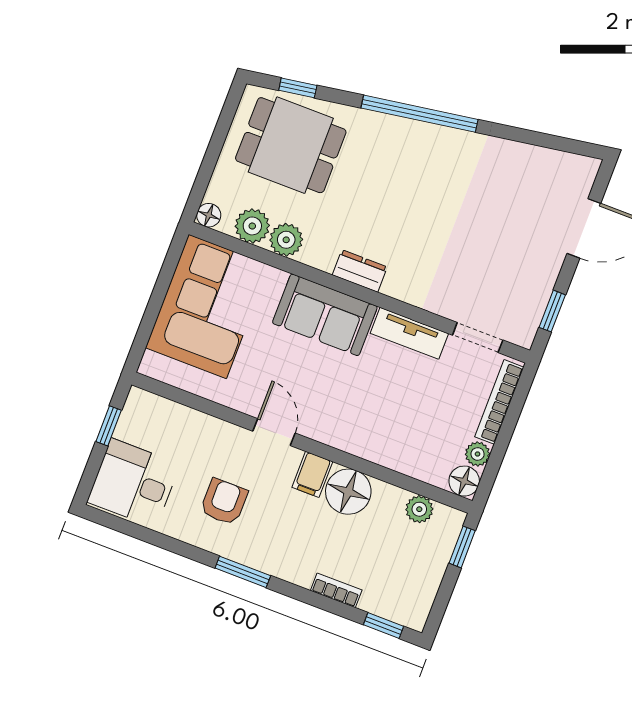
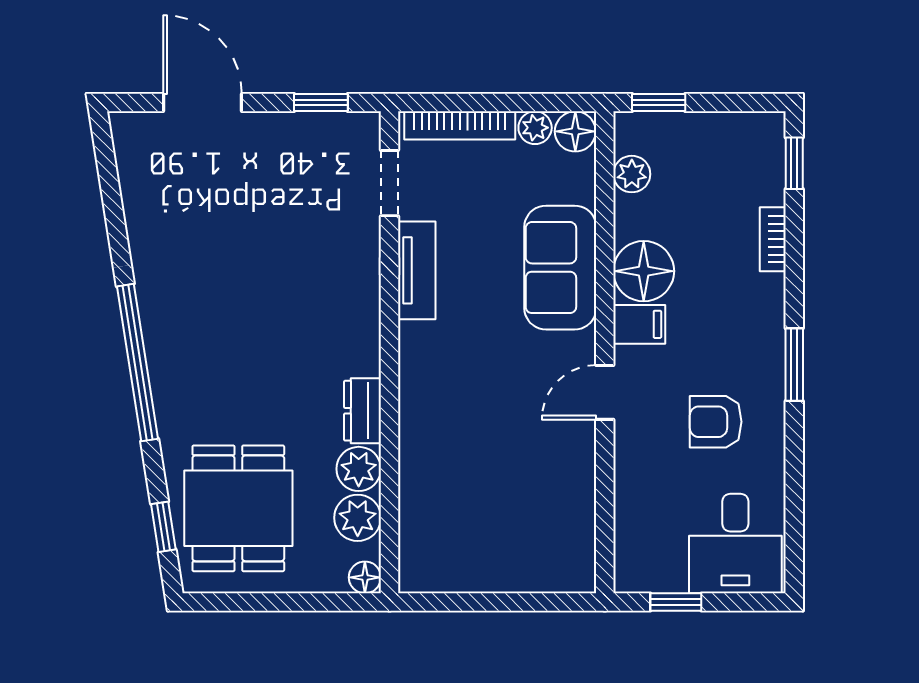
dresser: (360, 271) -> (363, 411), moved
corner sofa: (208, 306) -> (480, 535), removed
sofa: (325, 315) -> (560, 268), moved, turned 180

